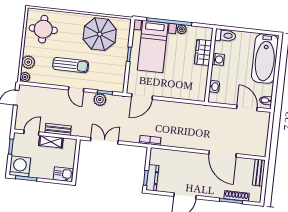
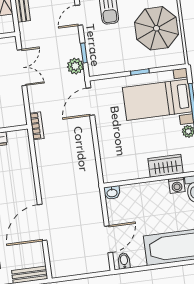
washing machine: (218, 59) -> (177, 185), moved
washbasin: (214, 87) -> (112, 193), moved
door: (142, 96) -> (90, 102), hinge flipped
plant: (100, 100) -> (75, 66), moved

